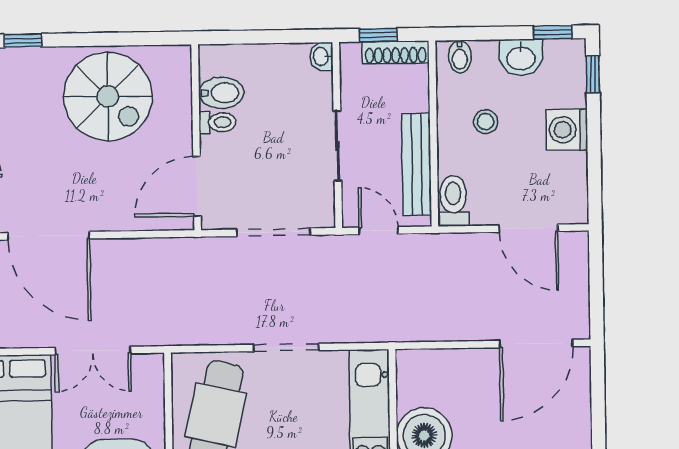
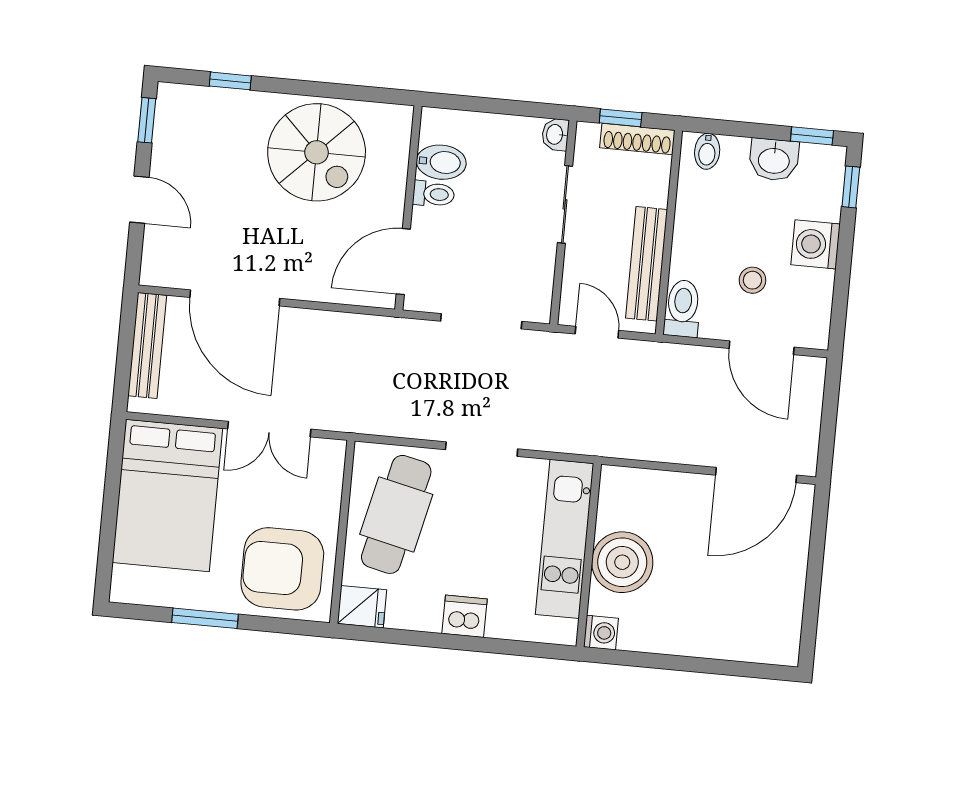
stool: (486, 122) -> (752, 280), moved
sliding door: (337, 146) -> (565, 204), moved

